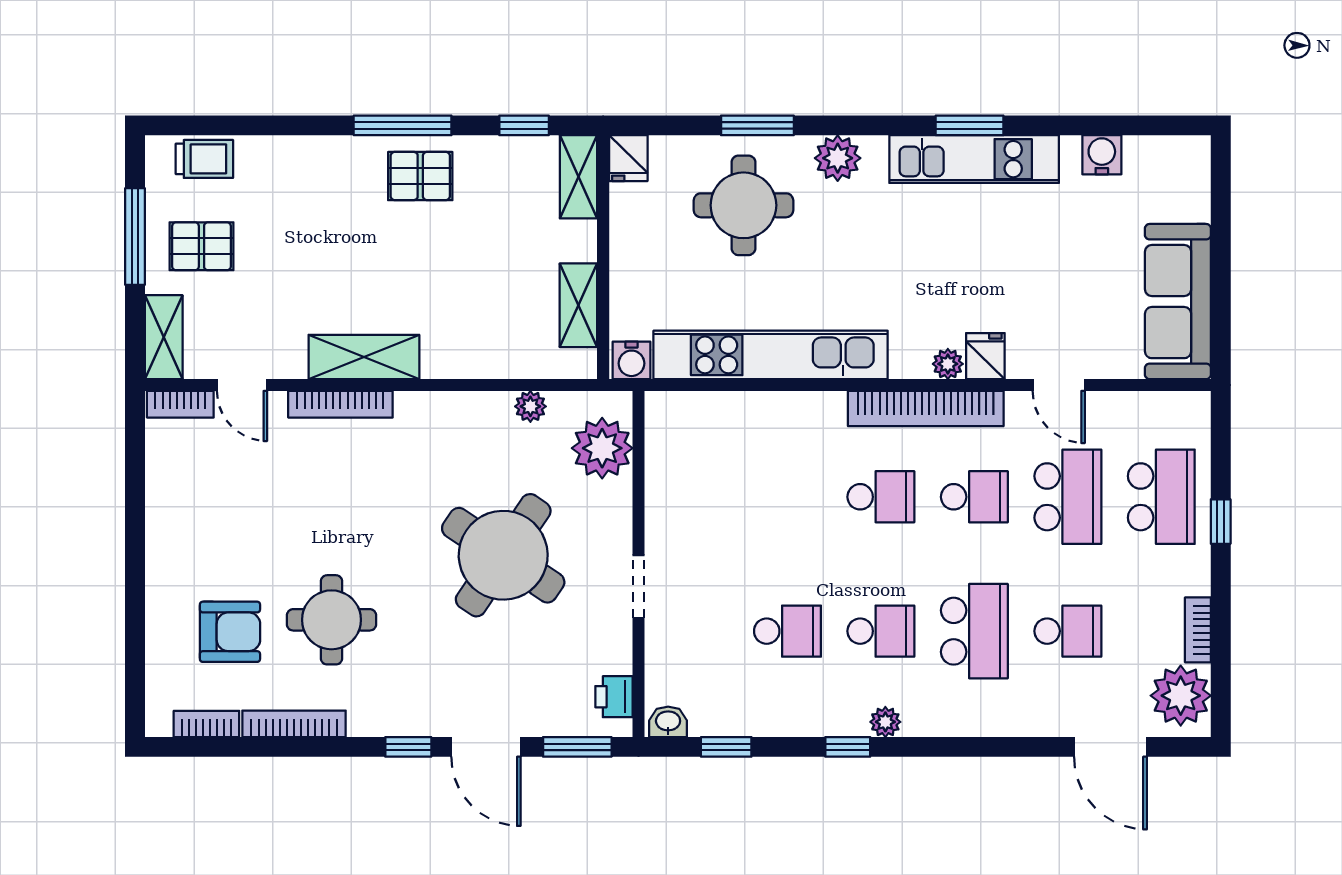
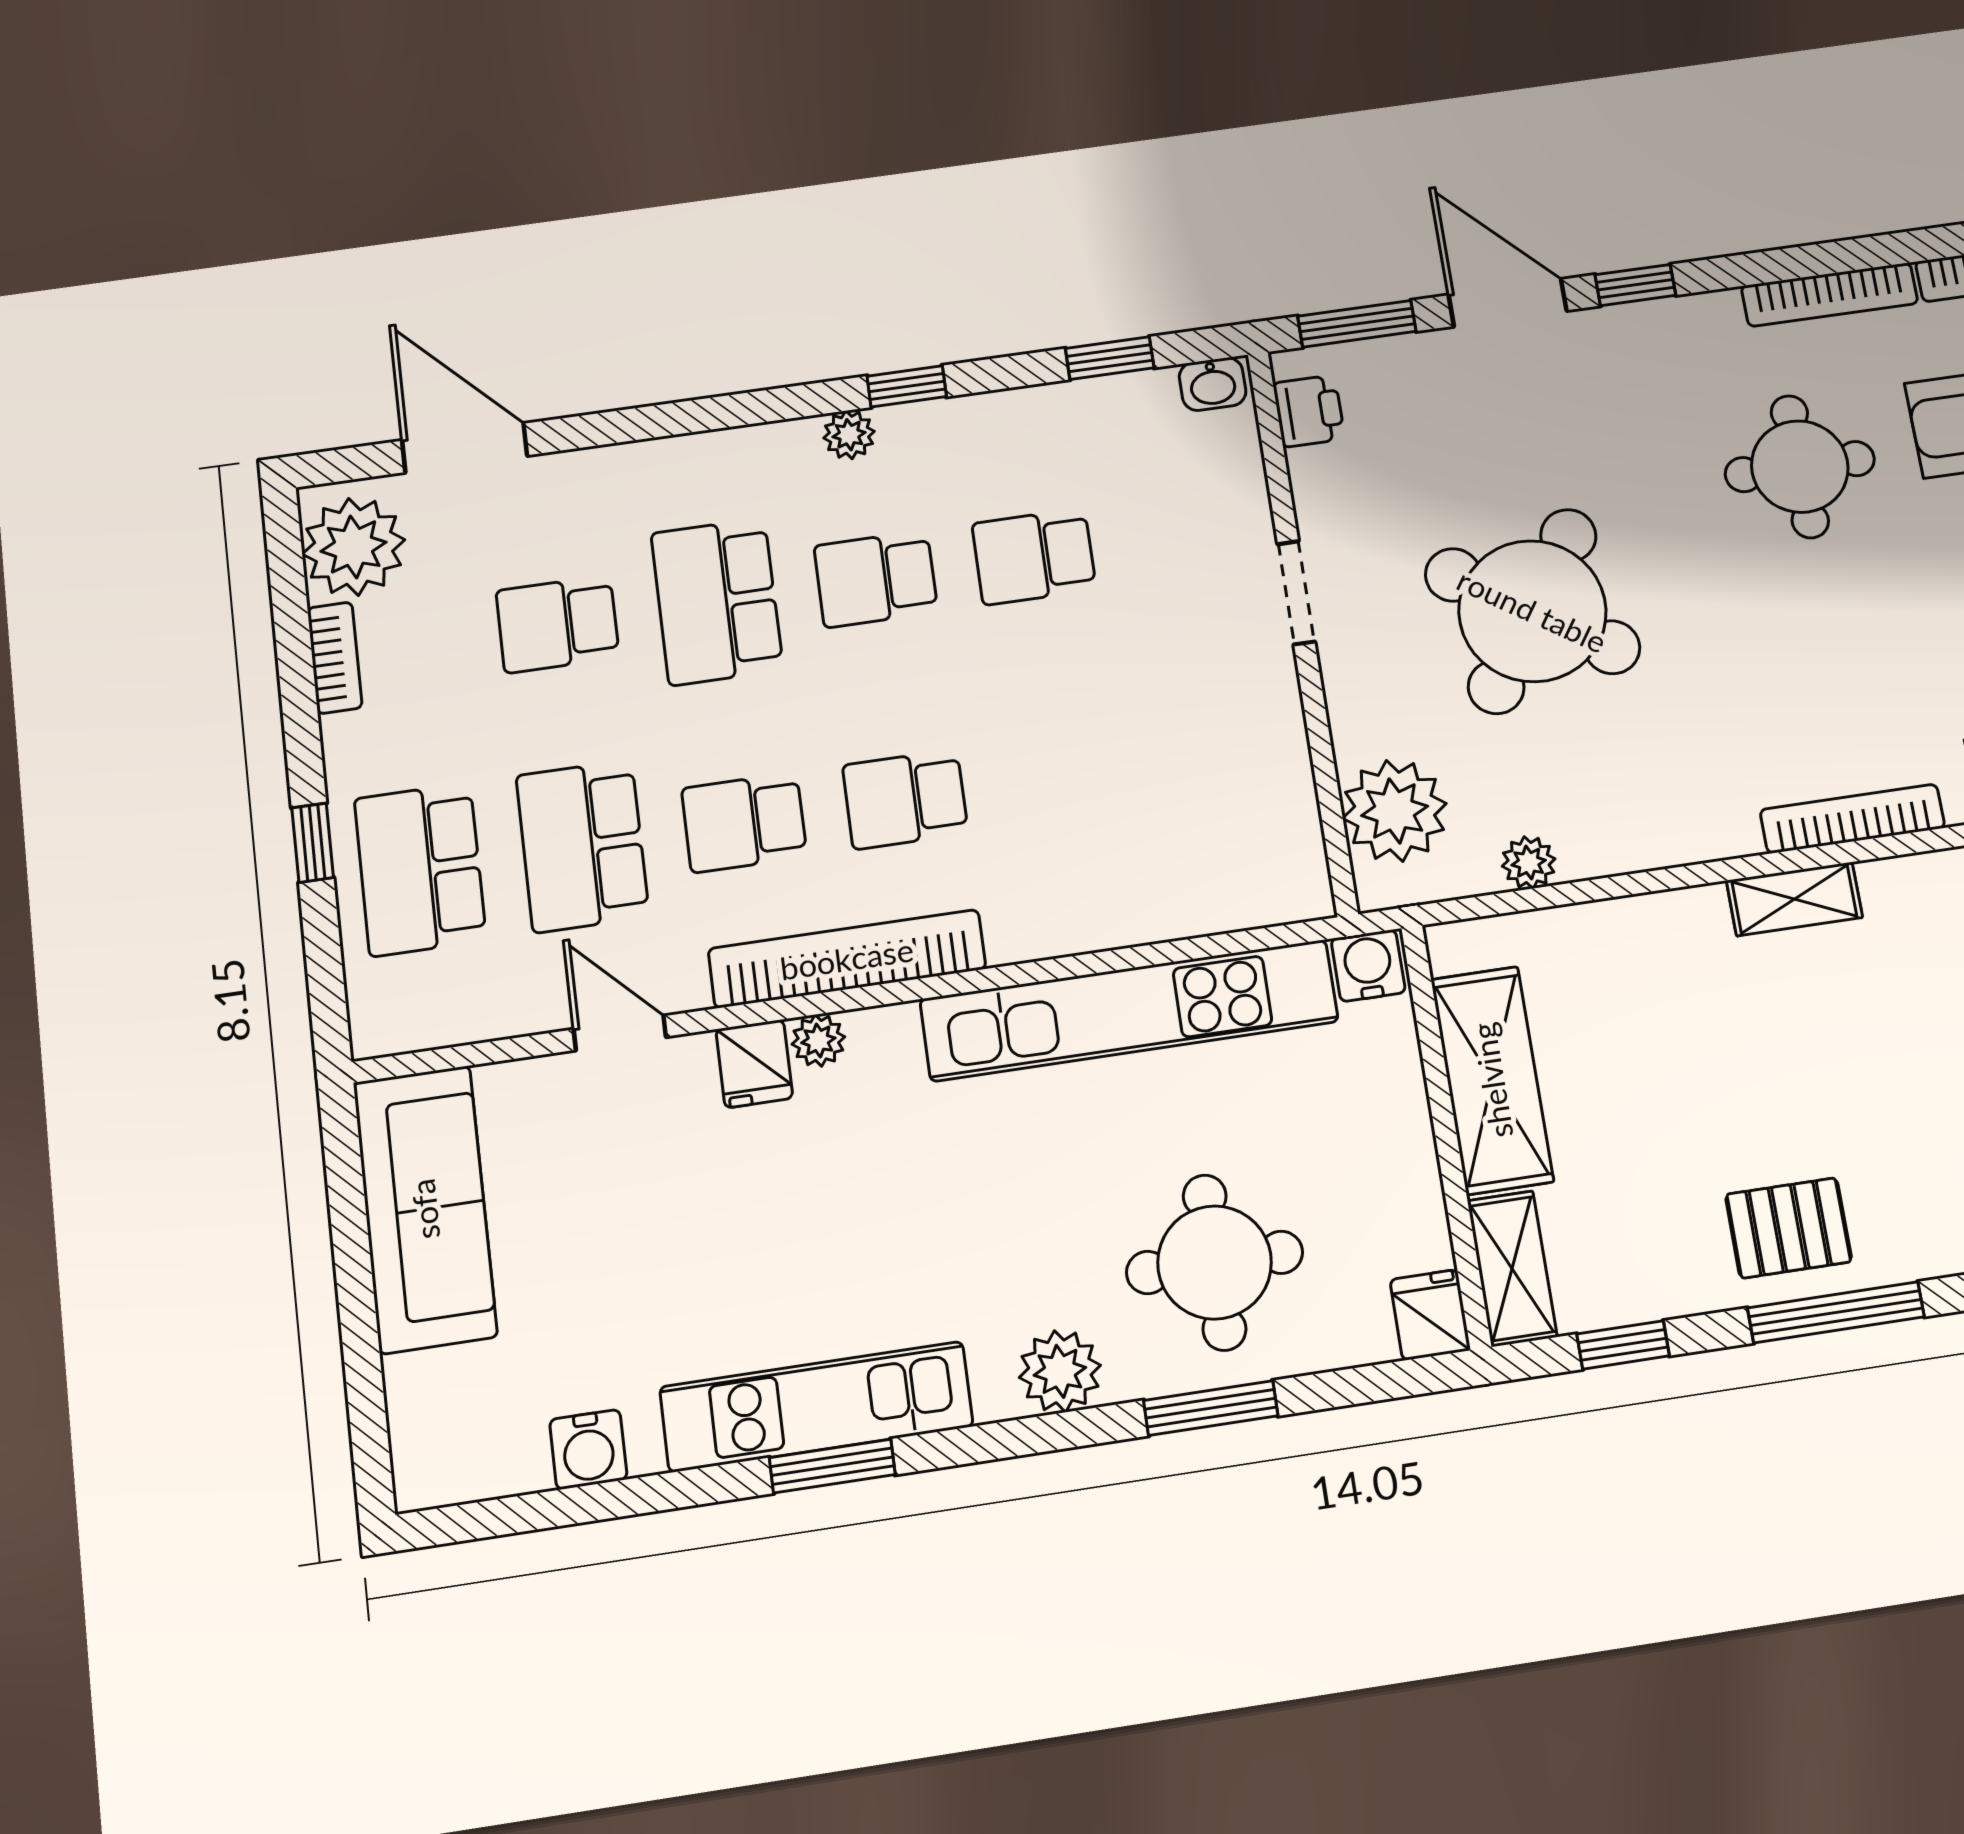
shelving: (578, 305) -> (1492, 1080), width x1.50, depth x1.33
shelving: (364, 357) -> (1794, 899), width x0.67, depth x0.75

